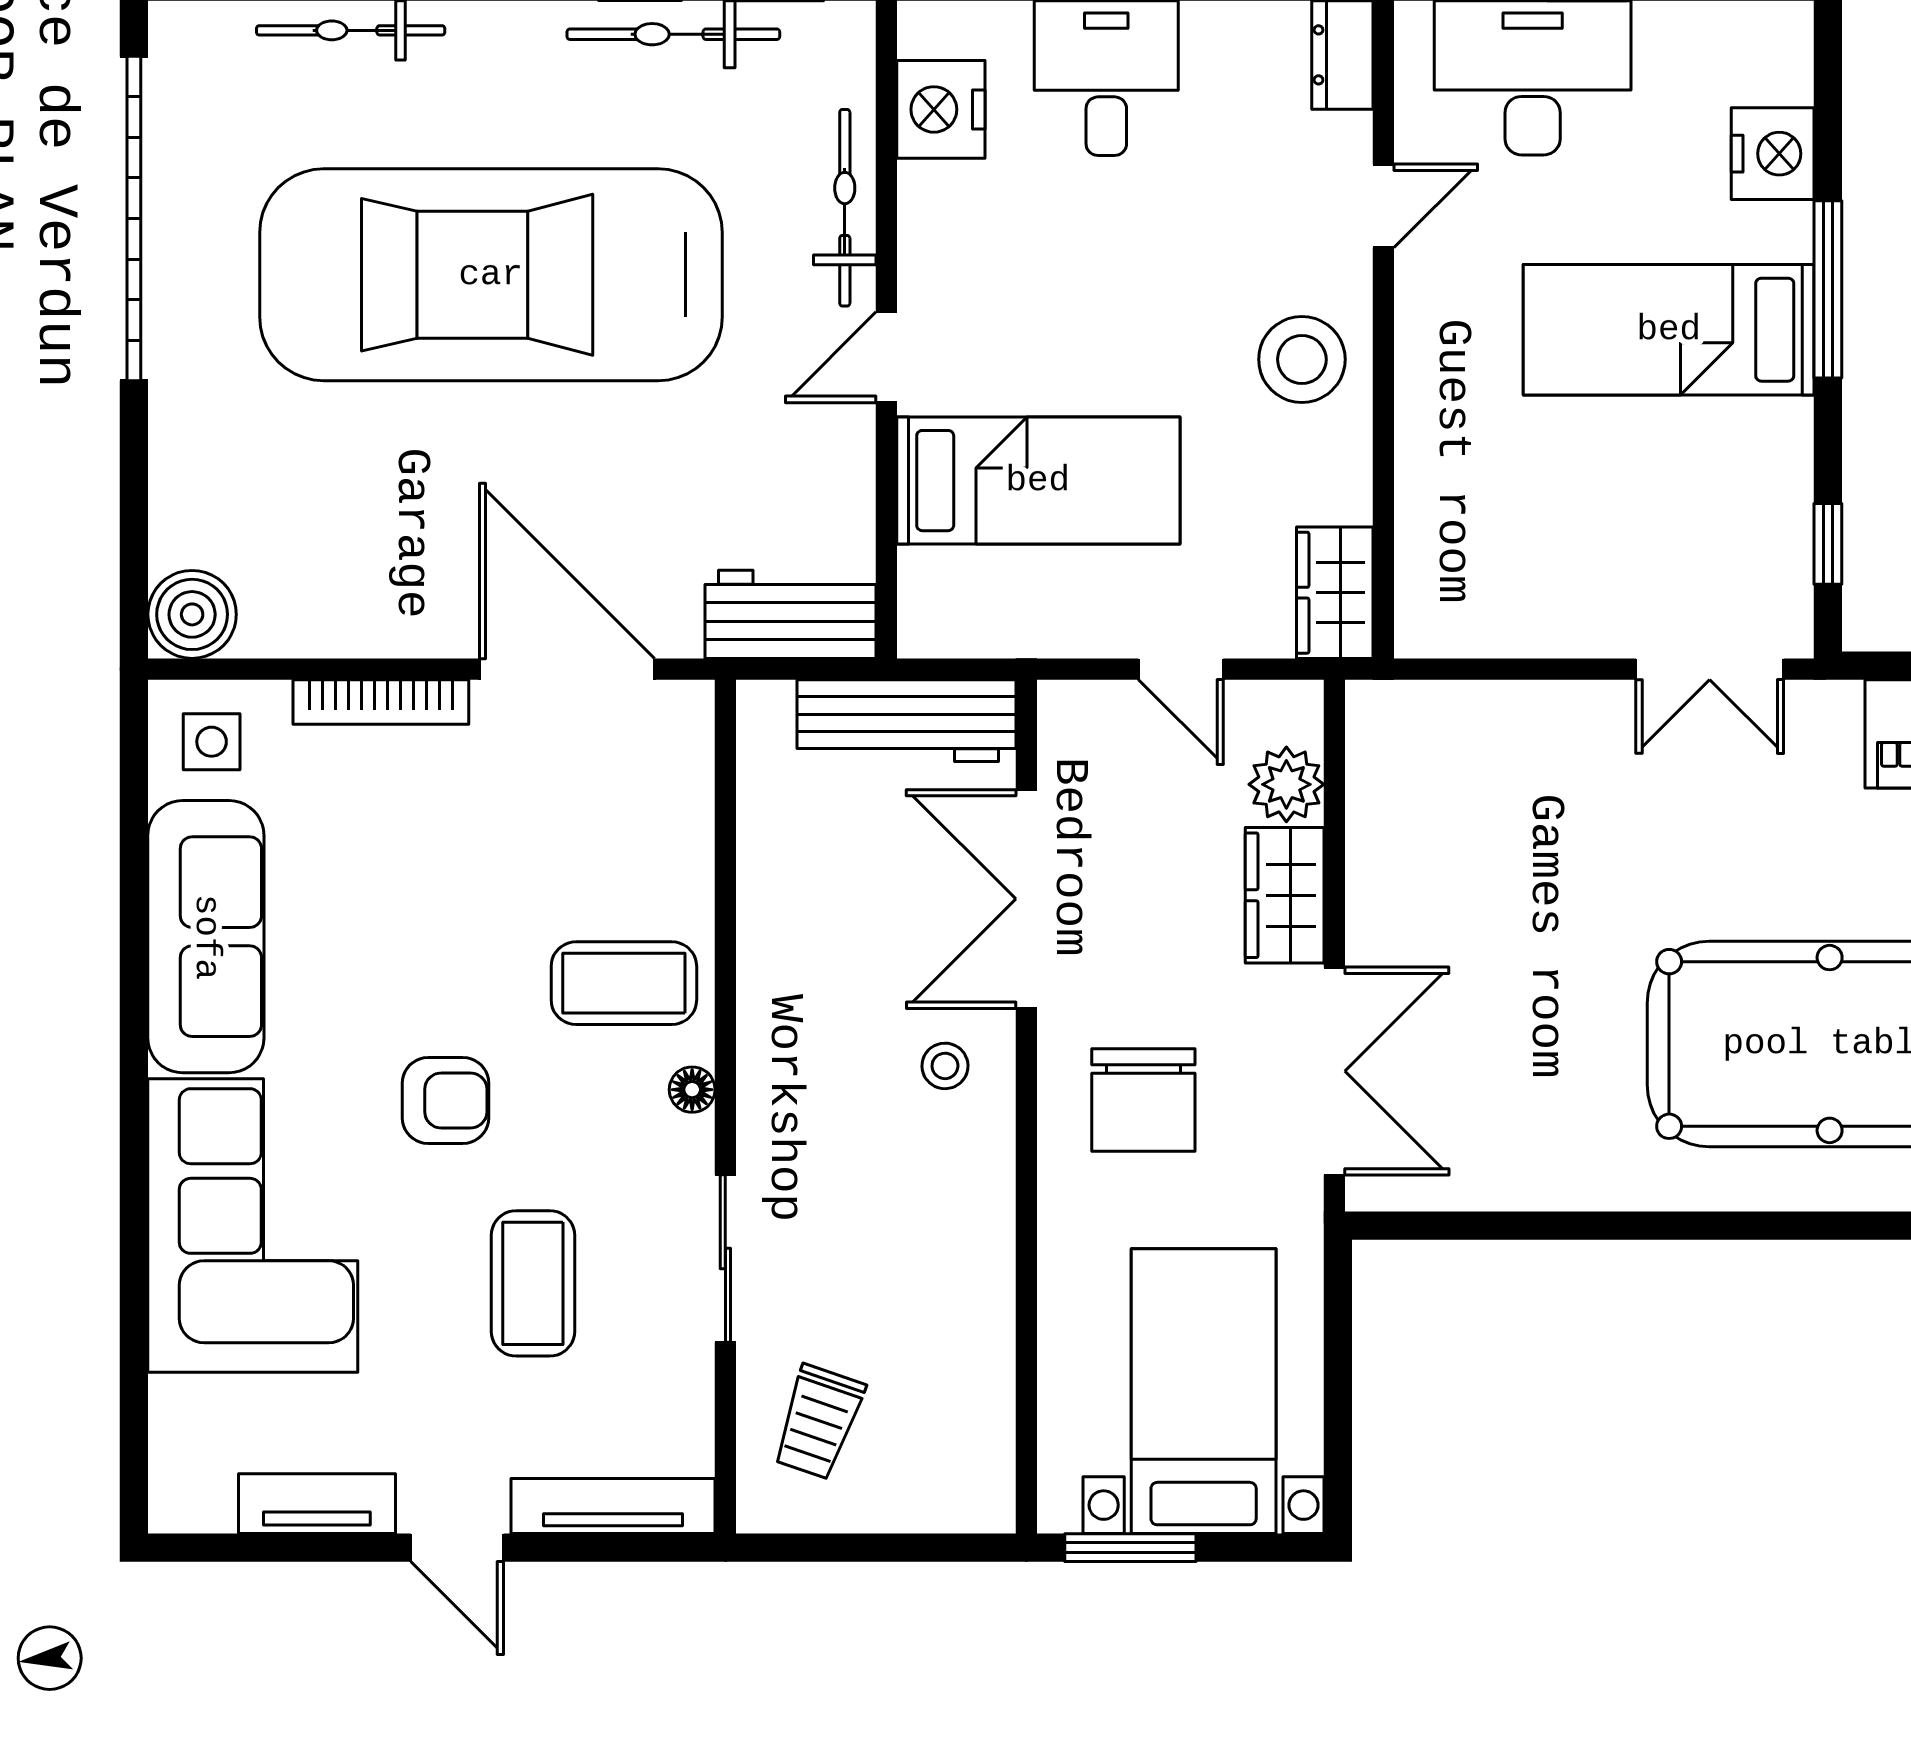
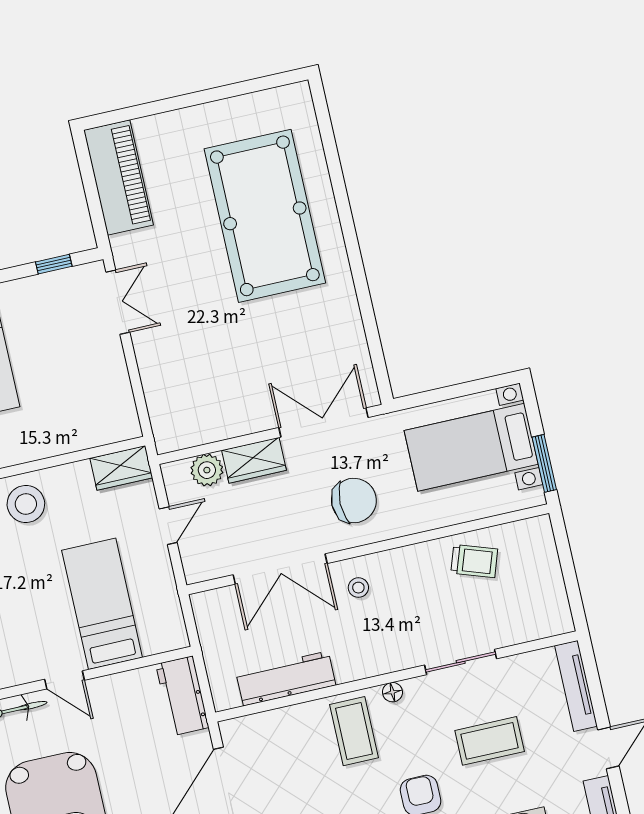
workbench: (907, 721) -> (286, 678), moved, turned -90
trolley: (818, 1422) -> (474, 561), moved

